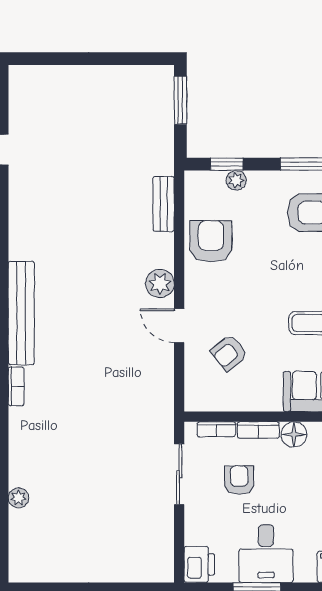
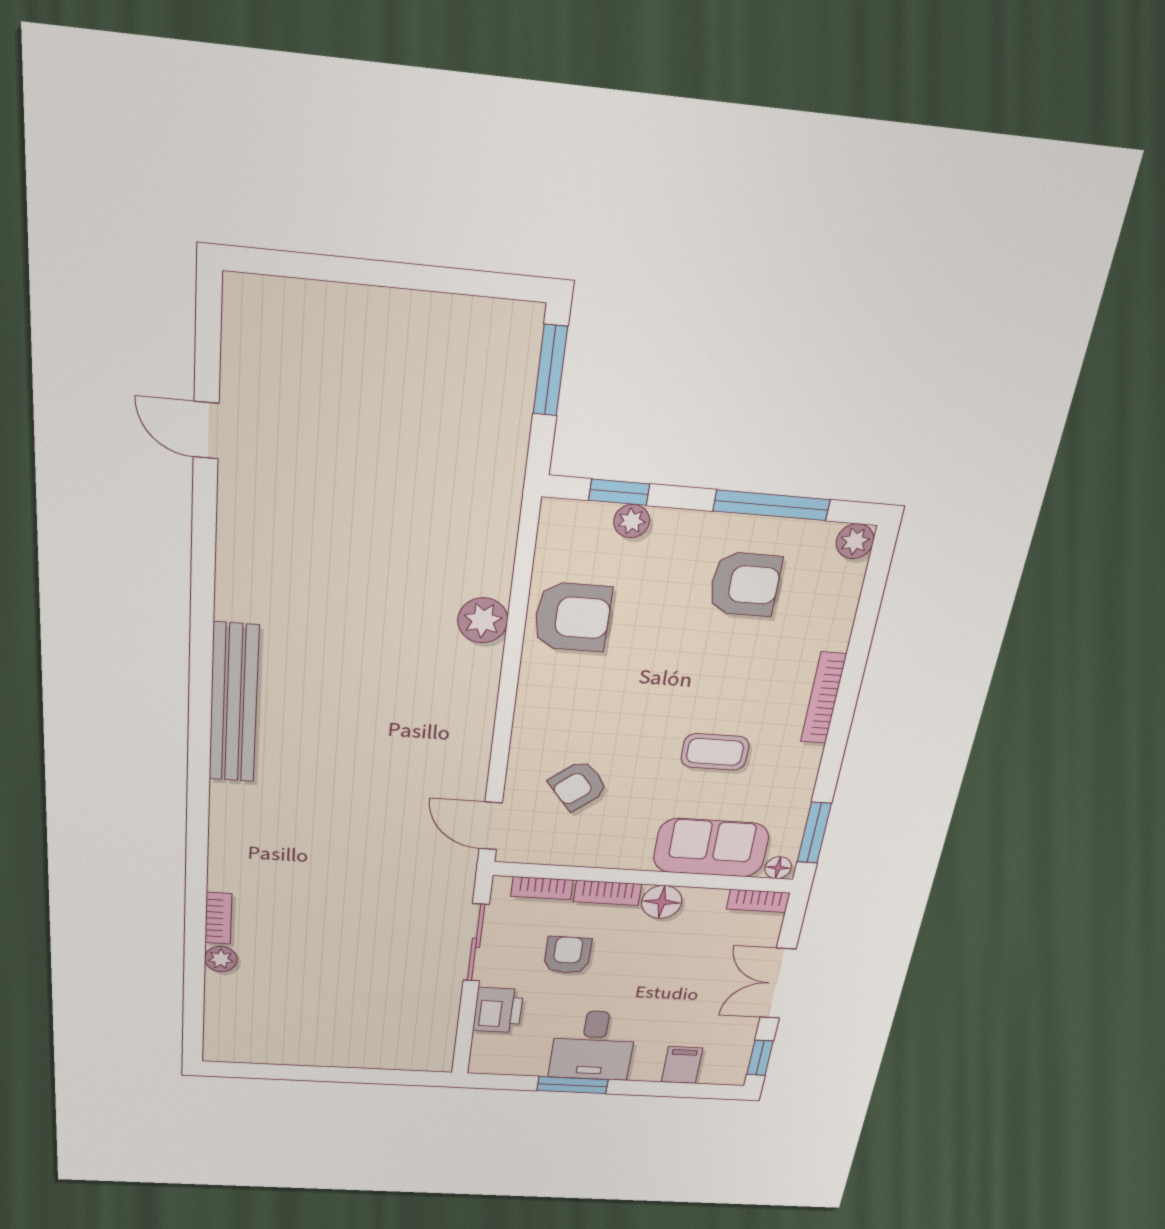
bench: (164, 204) -> (497, 550), removed
armchair: (211, 241) -> (572, 617), turned 90
plant: (160, 284) -> (483, 620), moved
door: (179, 326) -> (491, 826), moved
bookcase: (16, 386) -> (218, 918), moved
printer: (199, 564) -> (498, 1010), moved

